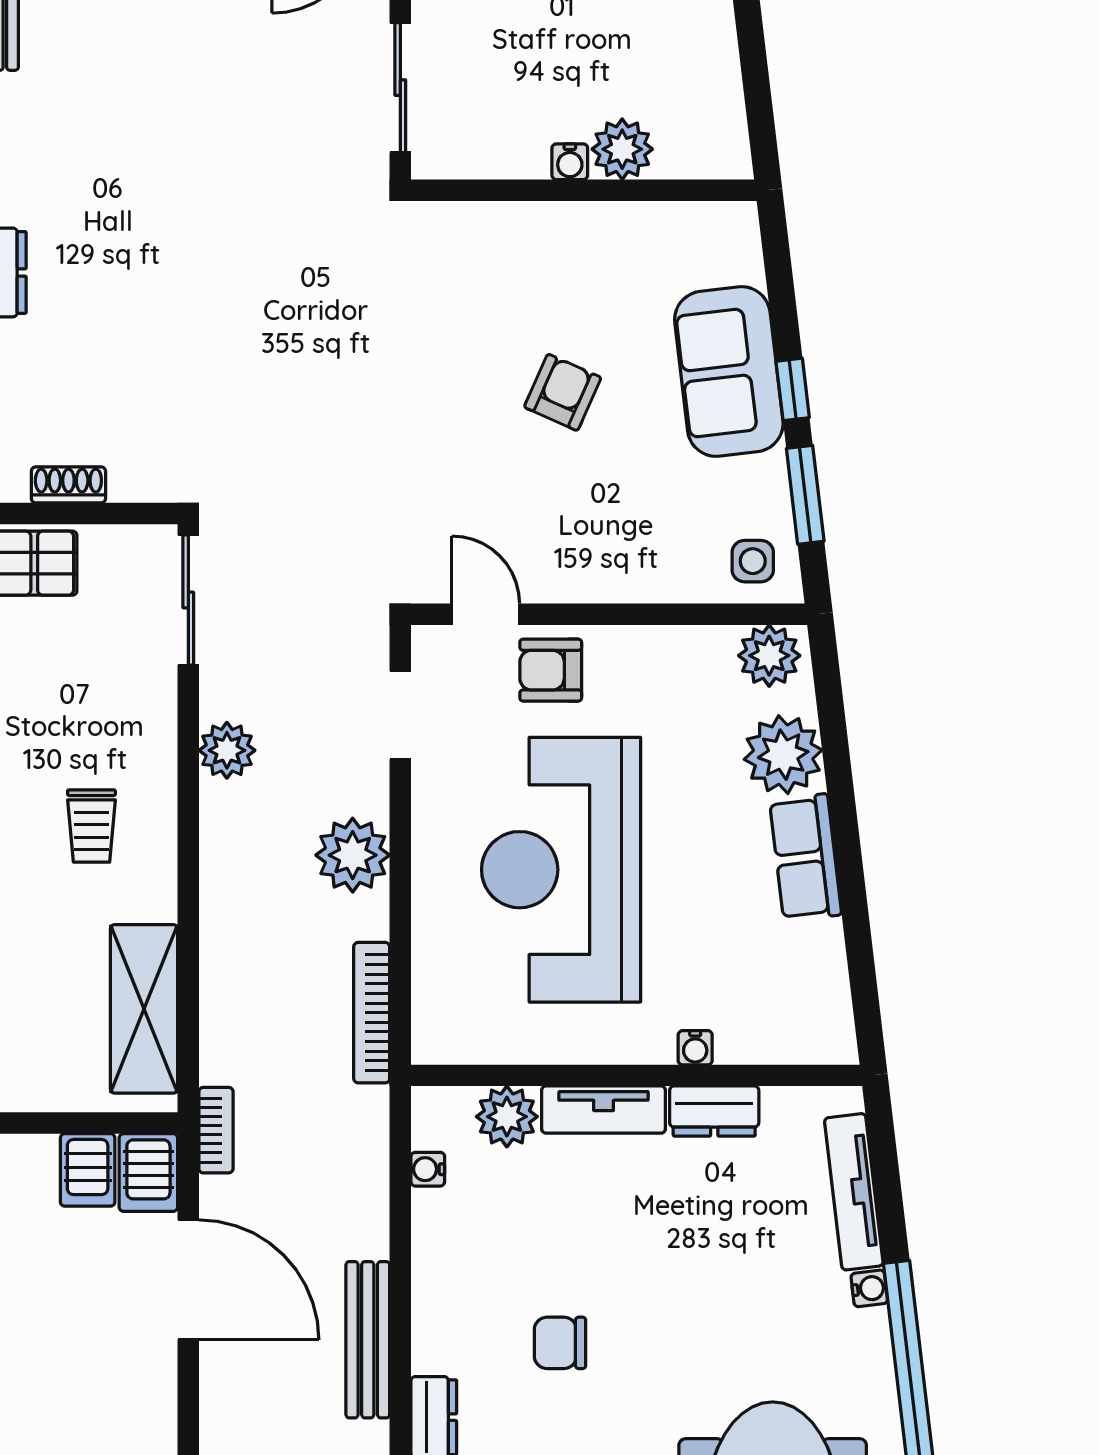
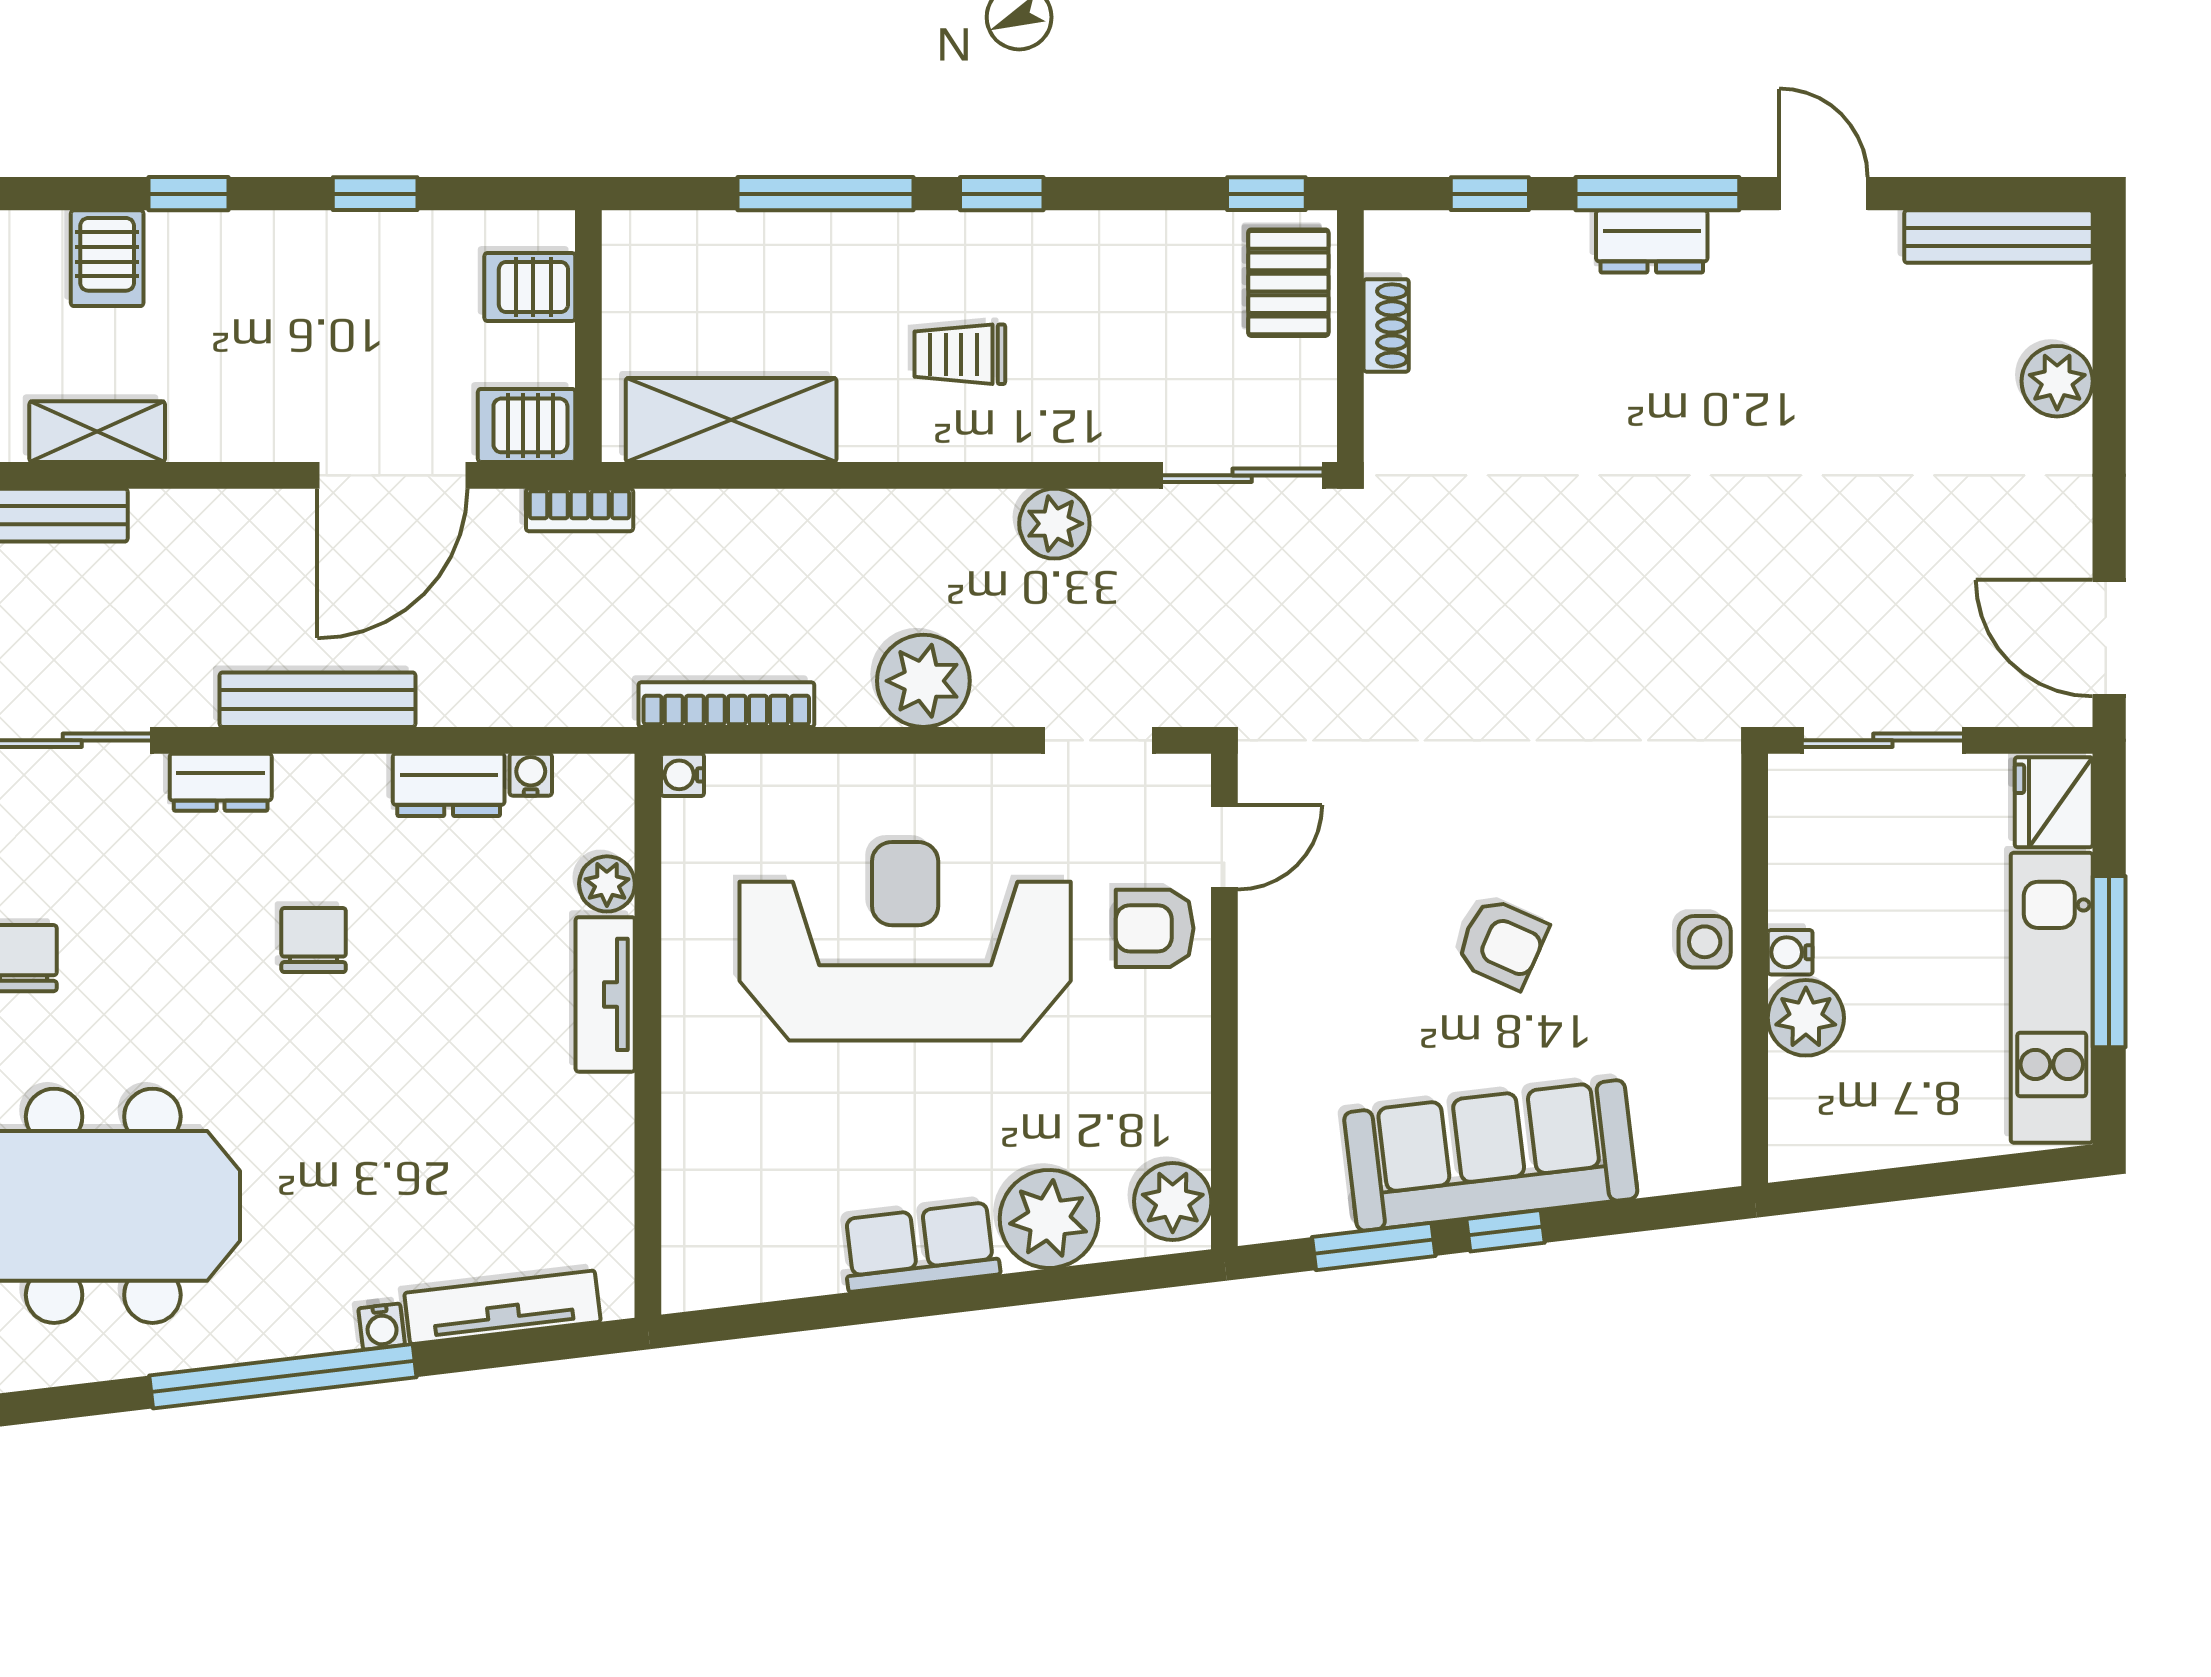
sofa: (729, 372) -> (1491, 1155), width x1.36
side table: (753, 561) -> (1705, 942), moved
armchair: (551, 670) -> (1155, 928), turned -90
water cooler: (695, 1048) -> (683, 775), moved
dresser: (714, 1111) -> (449, 785), moved, turned -90
plant: (507, 1117) -> (607, 884), width x0.73, depth x0.73
server rack: (88, 1170) -> (530, 287), moved

